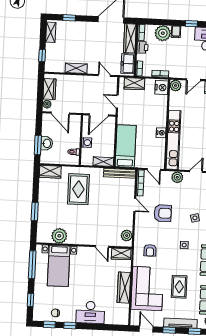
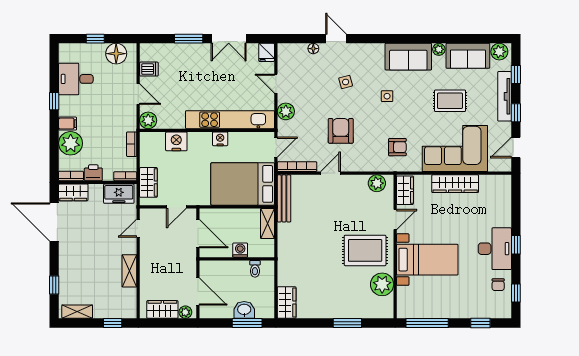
wardrobe: (130, 38) -> (73, 192), width x0.67
nightstand: (162, 88) -> (176, 141), moved
door: (60, 113) -> (198, 291), hinge flipped
bed: (126, 146) -> (243, 184), width x1.50
rug: (78, 189) -> (365, 250), moved
bed with nightstands: (59, 266) -> (427, 260), moved
desk: (90, 312) -> (495, 249), moved
window: (70, 325) -> (516, 245), moved

